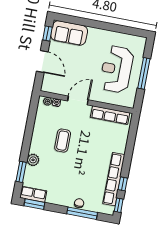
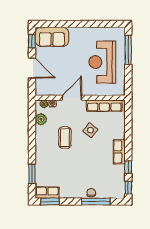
window: (144, 73) -> (128, 50), moved
side table: (91, 138) -> (90, 130), added
plant: (33, 160) -> (41, 119), moved
row of seats: (114, 179) -> (119, 152), width x0.50

